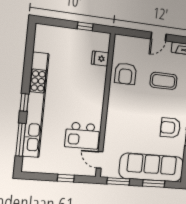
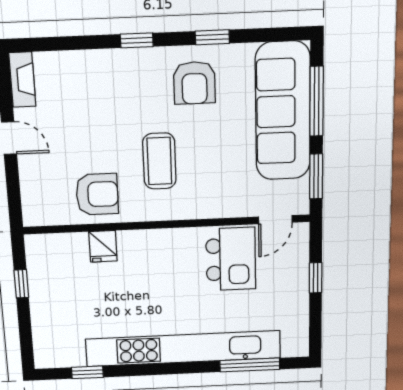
fridge: (100, 59) -> (103, 246), moved
coffee table: (164, 81) -> (159, 161), moved
window: (24, 102) -> (87, 372), moved
window: (154, 184) -> (317, 101), width x1.44

